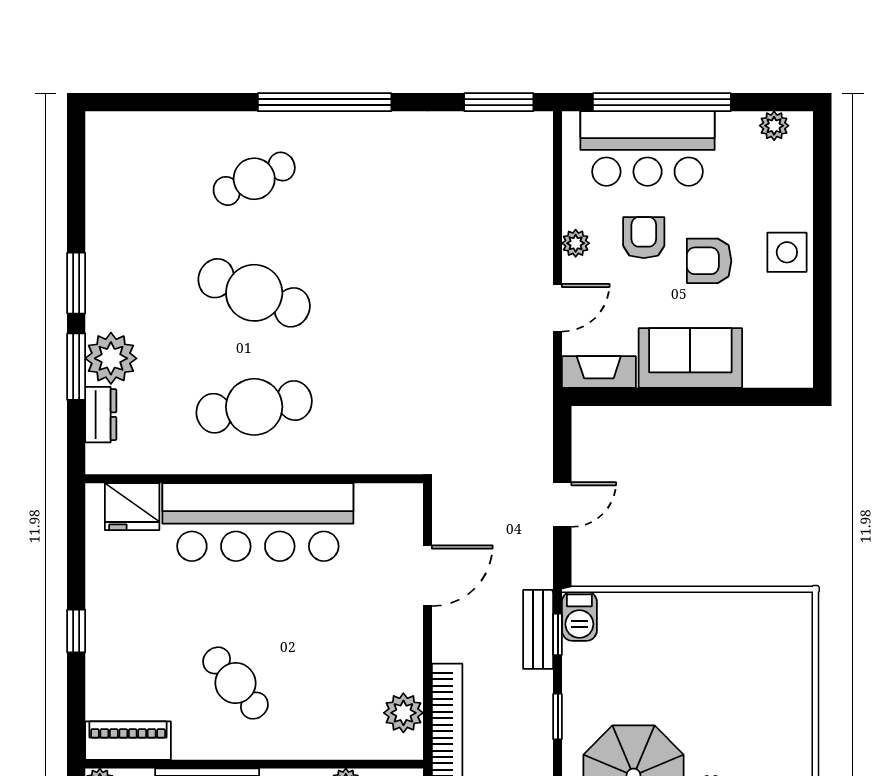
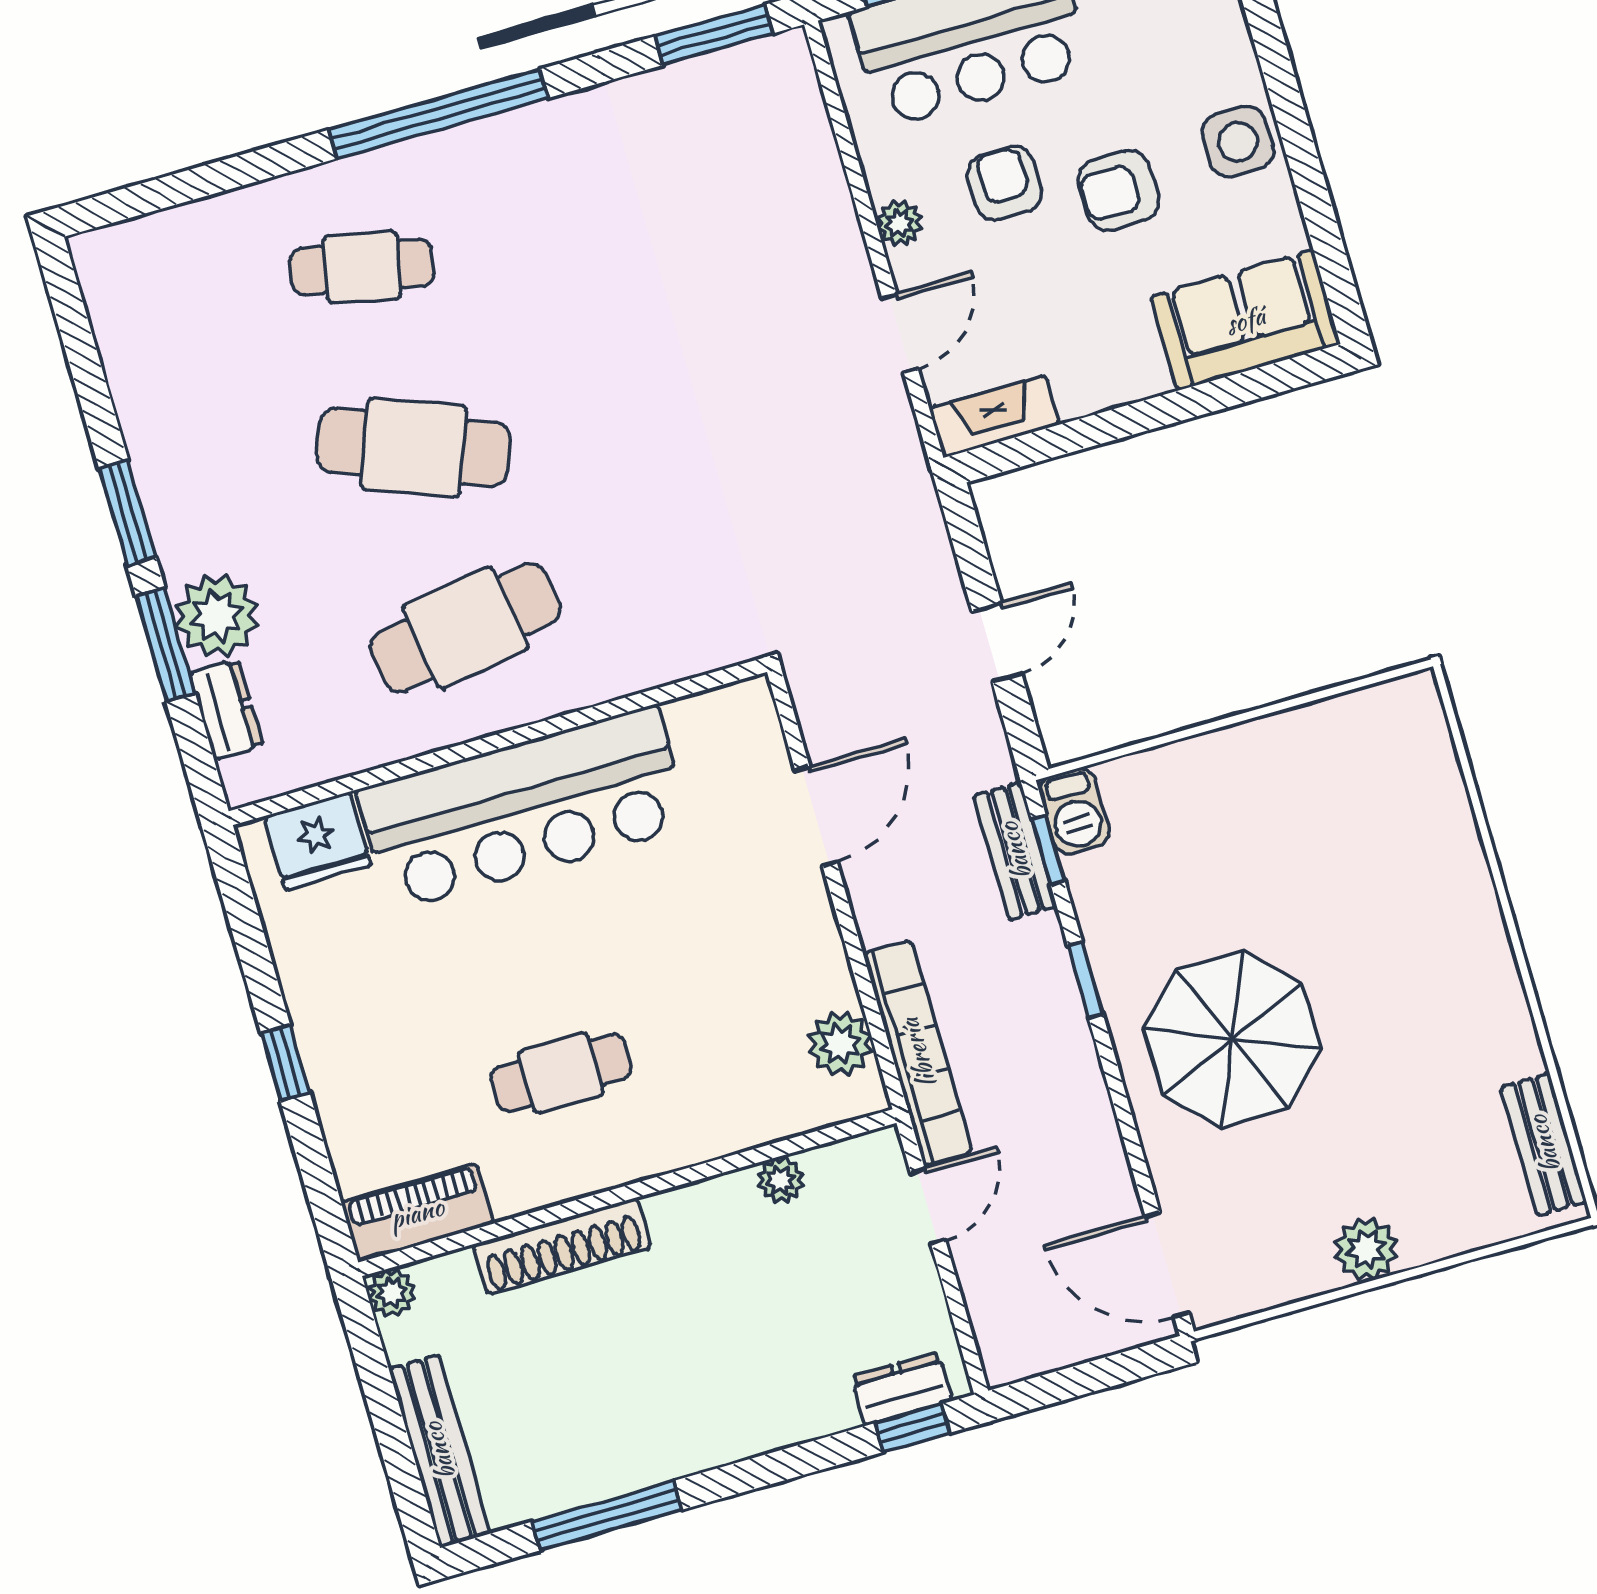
cafe table: (254, 179) -> (362, 267), turned 36
sofa: (690, 358) -> (1245, 320), moved
cafe table: (235, 683) -> (561, 1073), turned -50

